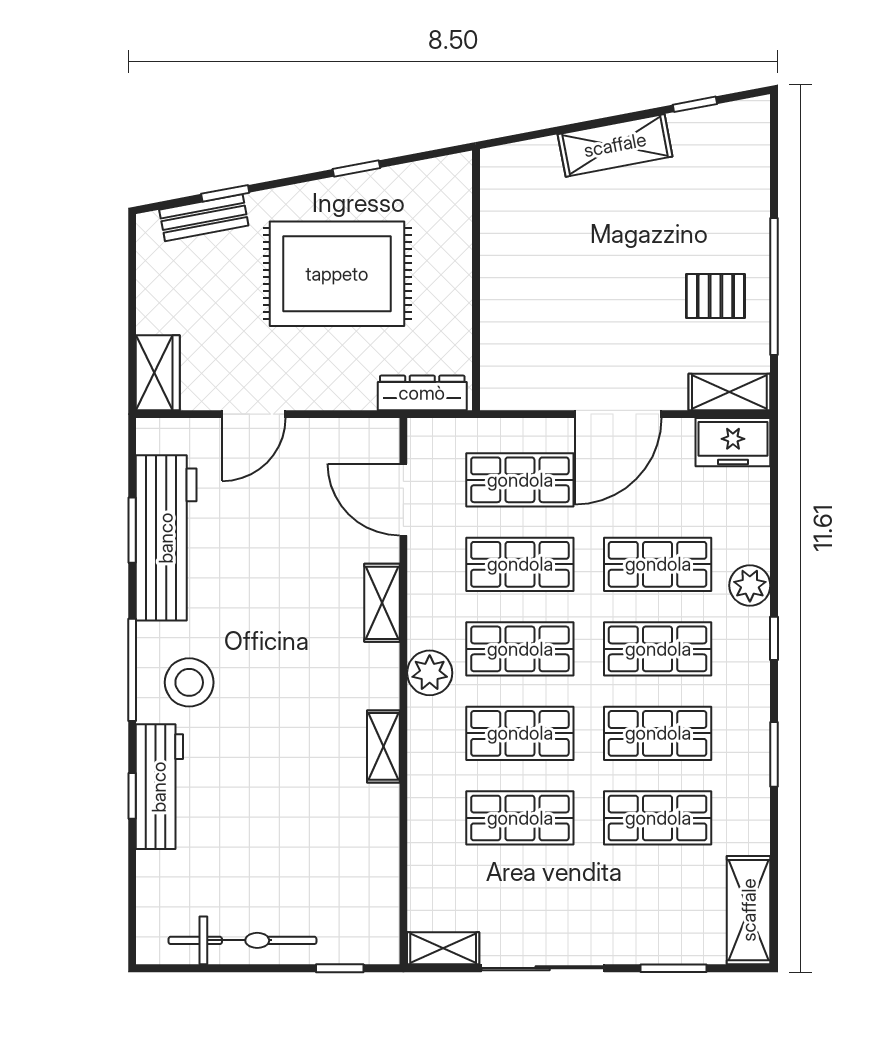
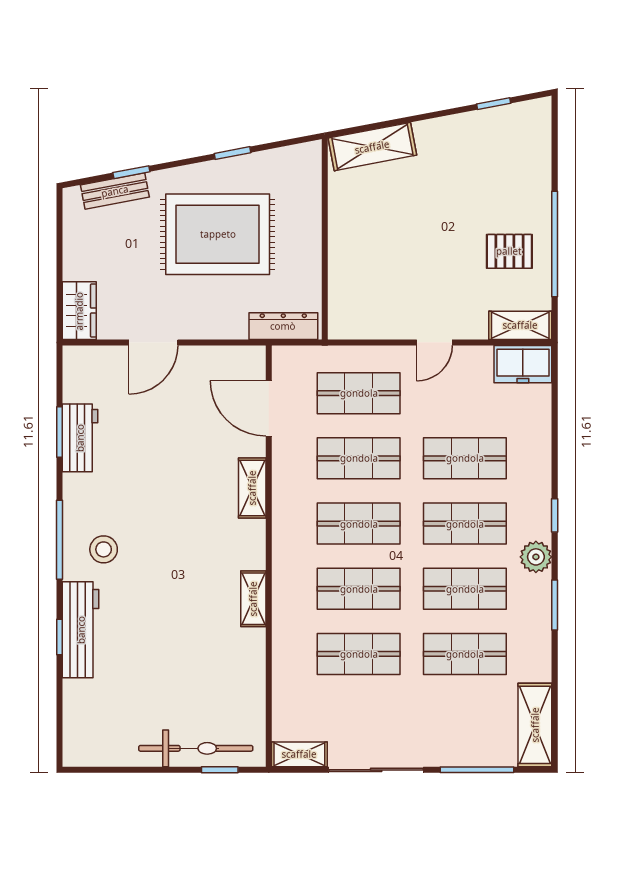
shelving: (615, 145) -> (372, 147), moved
door: (618, 414) -> (434, 342), width x0.53
workbench: (166, 538) -> (80, 438), width x0.53, depth x0.76
plant: (750, 585) -> (536, 557), moved
plant: (430, 673) -> (289, 542), removed
stool: (189, 682) -> (104, 549), width x0.73, depth x0.73
bicycle: (242, 940) -> (196, 748), moved
window: (673, 968) -> (477, 770), width x1.44

